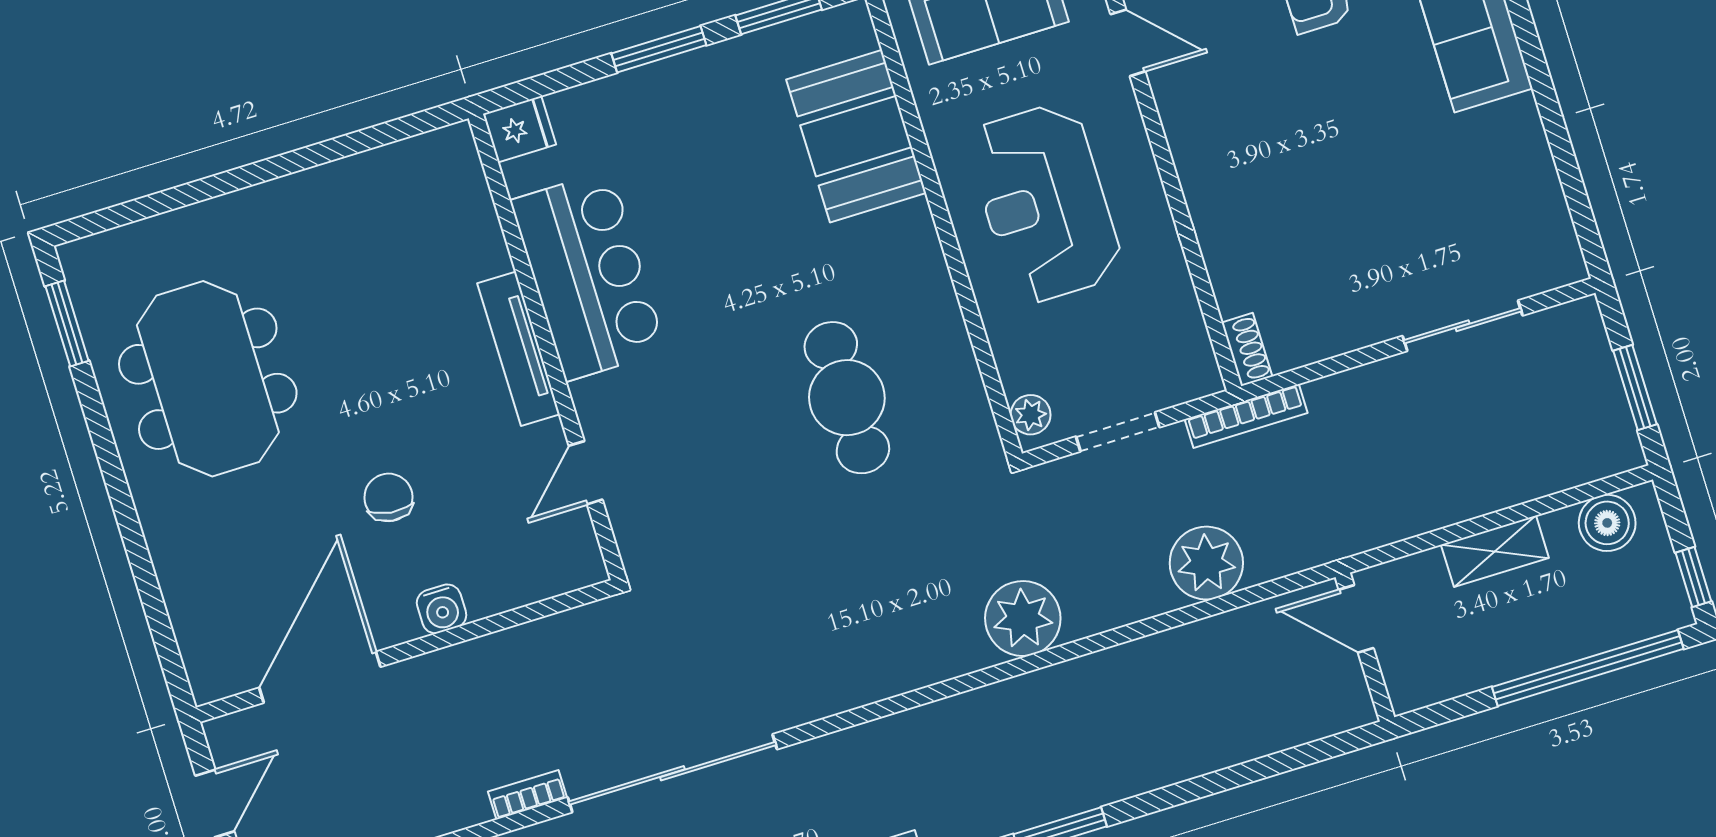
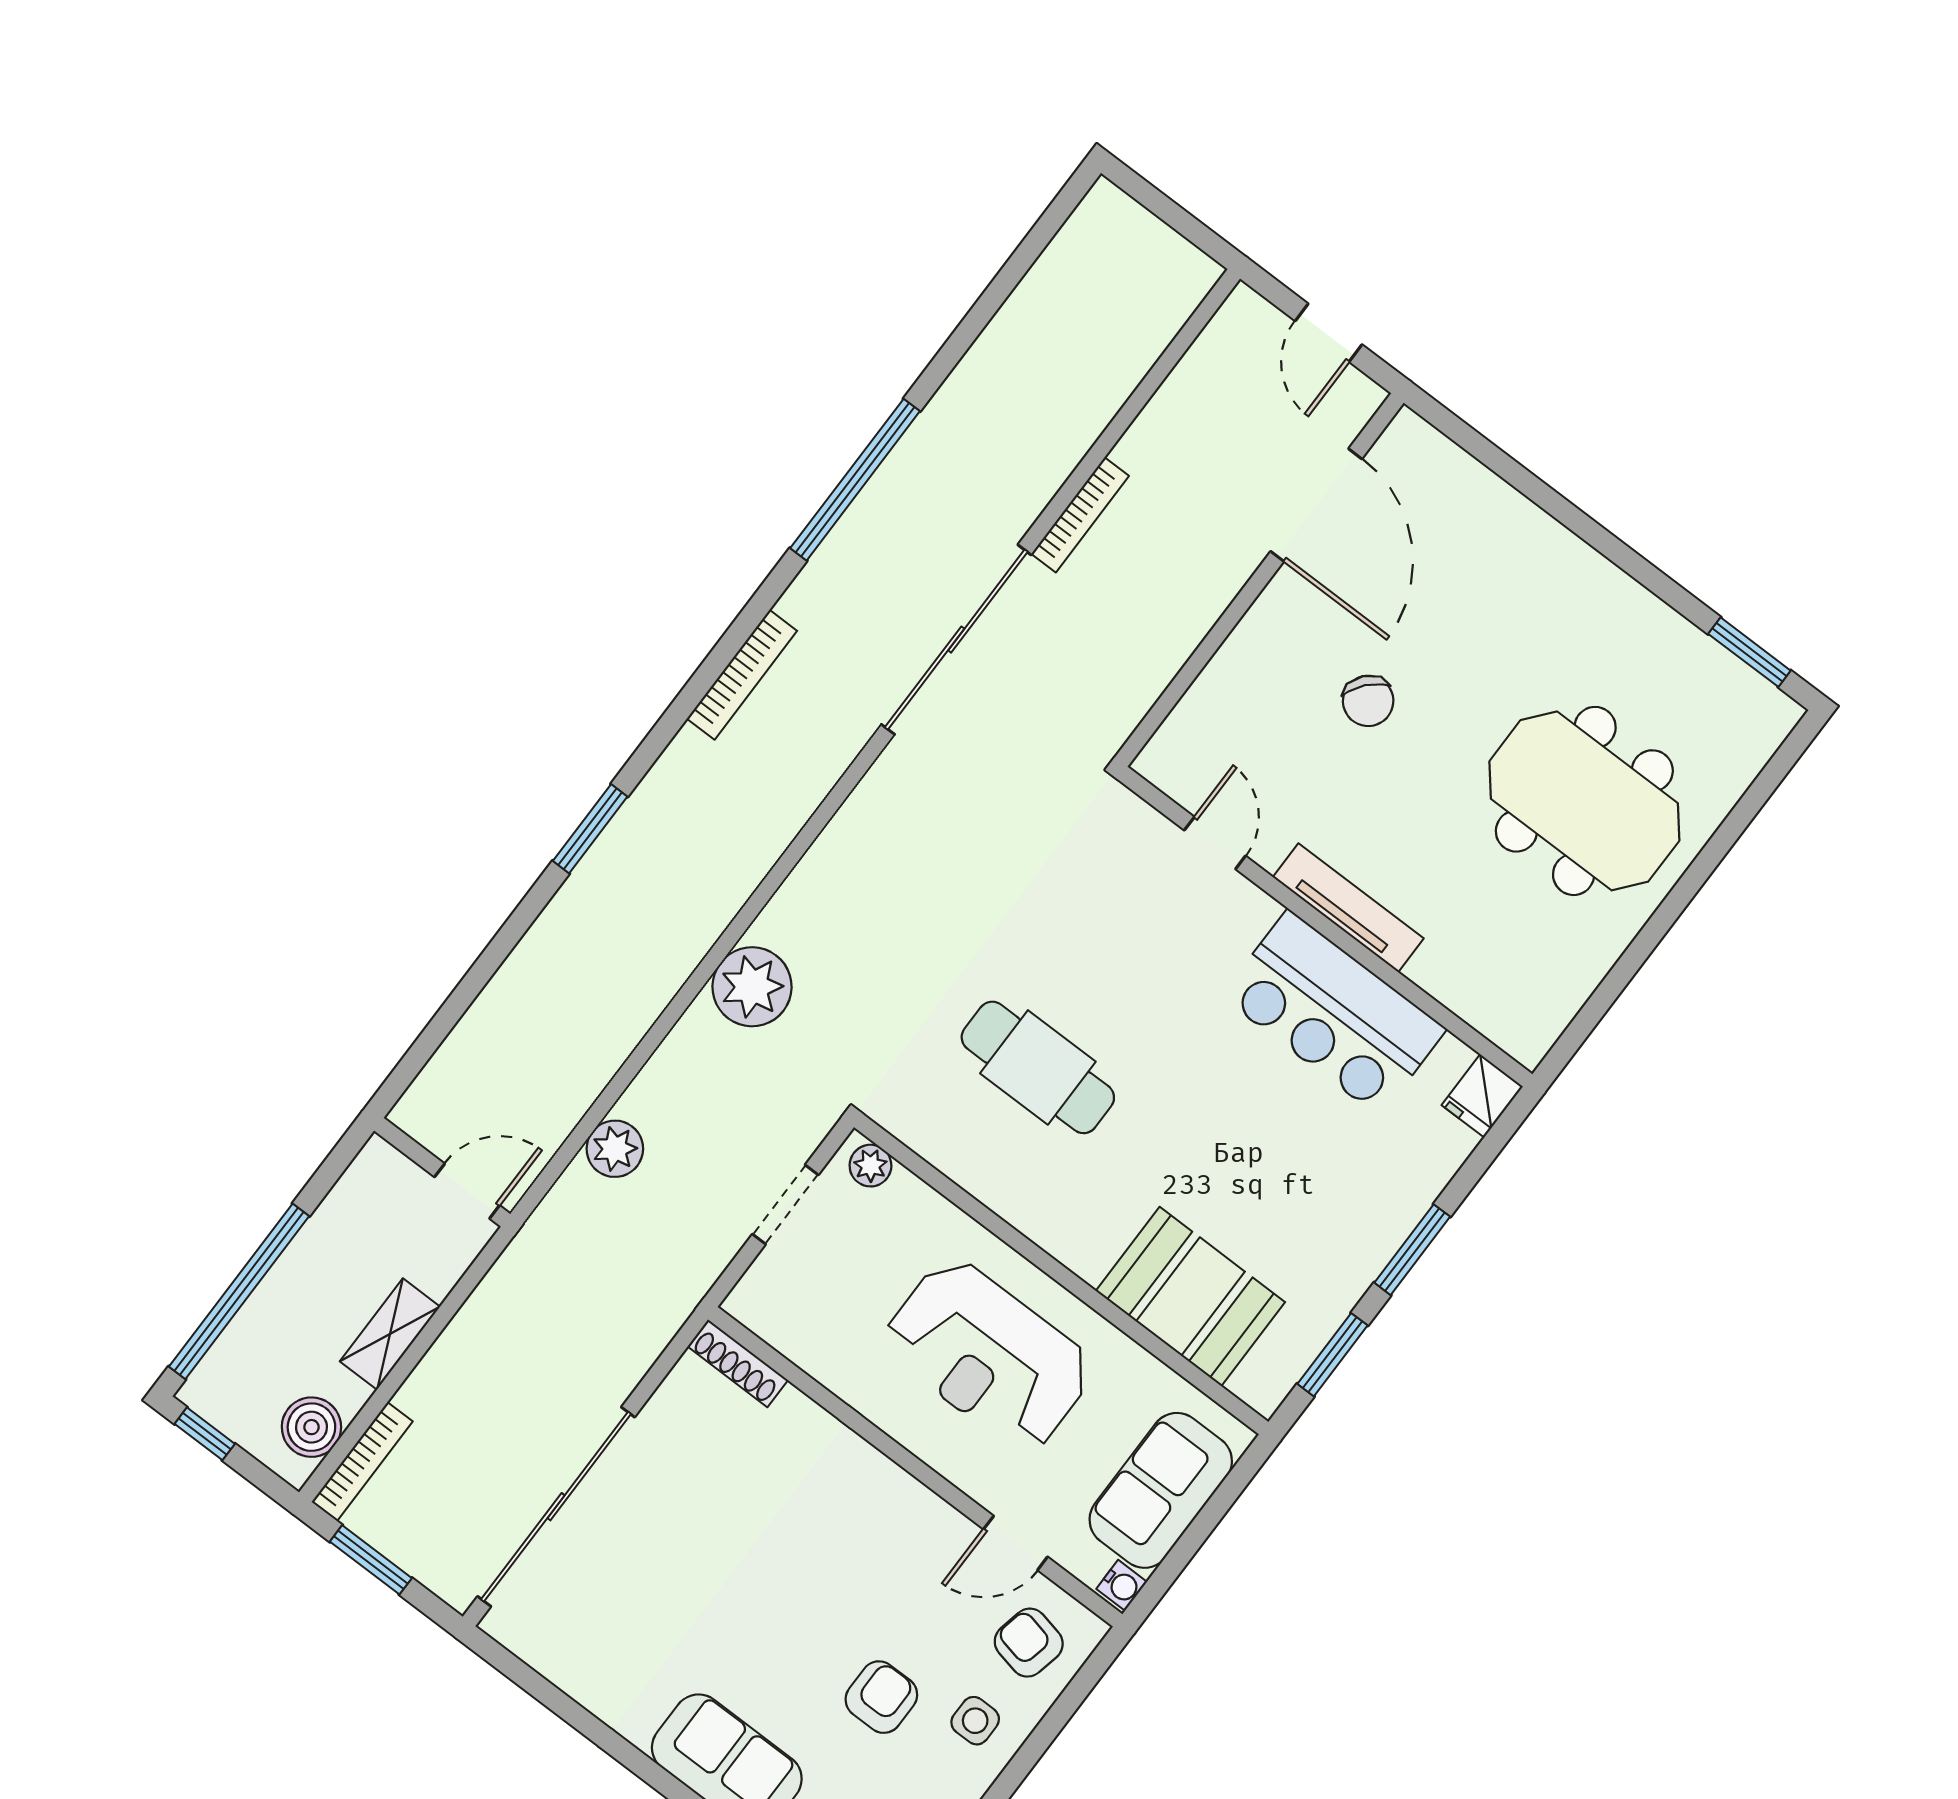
reception desk: (1045, 203) -> (988, 1355), turned 180
sliding door: (1463, 326) -> (556, 1507), width x1.86
shoe rack: (1247, 349) -> (738, 1363), width x1.43
meeting table: (208, 379) -> (1584, 801), moved
bookcase: (1246, 416) -> (362, 1462), moved, turned 180
chair: (389, 497) -> (1368, 701), turned 34
plant: (1206, 563) -> (615, 1149), width x0.73, depth x0.73
water cooler: (442, 609) -> (1254, 638), removed
bookcase: (528, 795) -> (1080, 515), width x1.56

